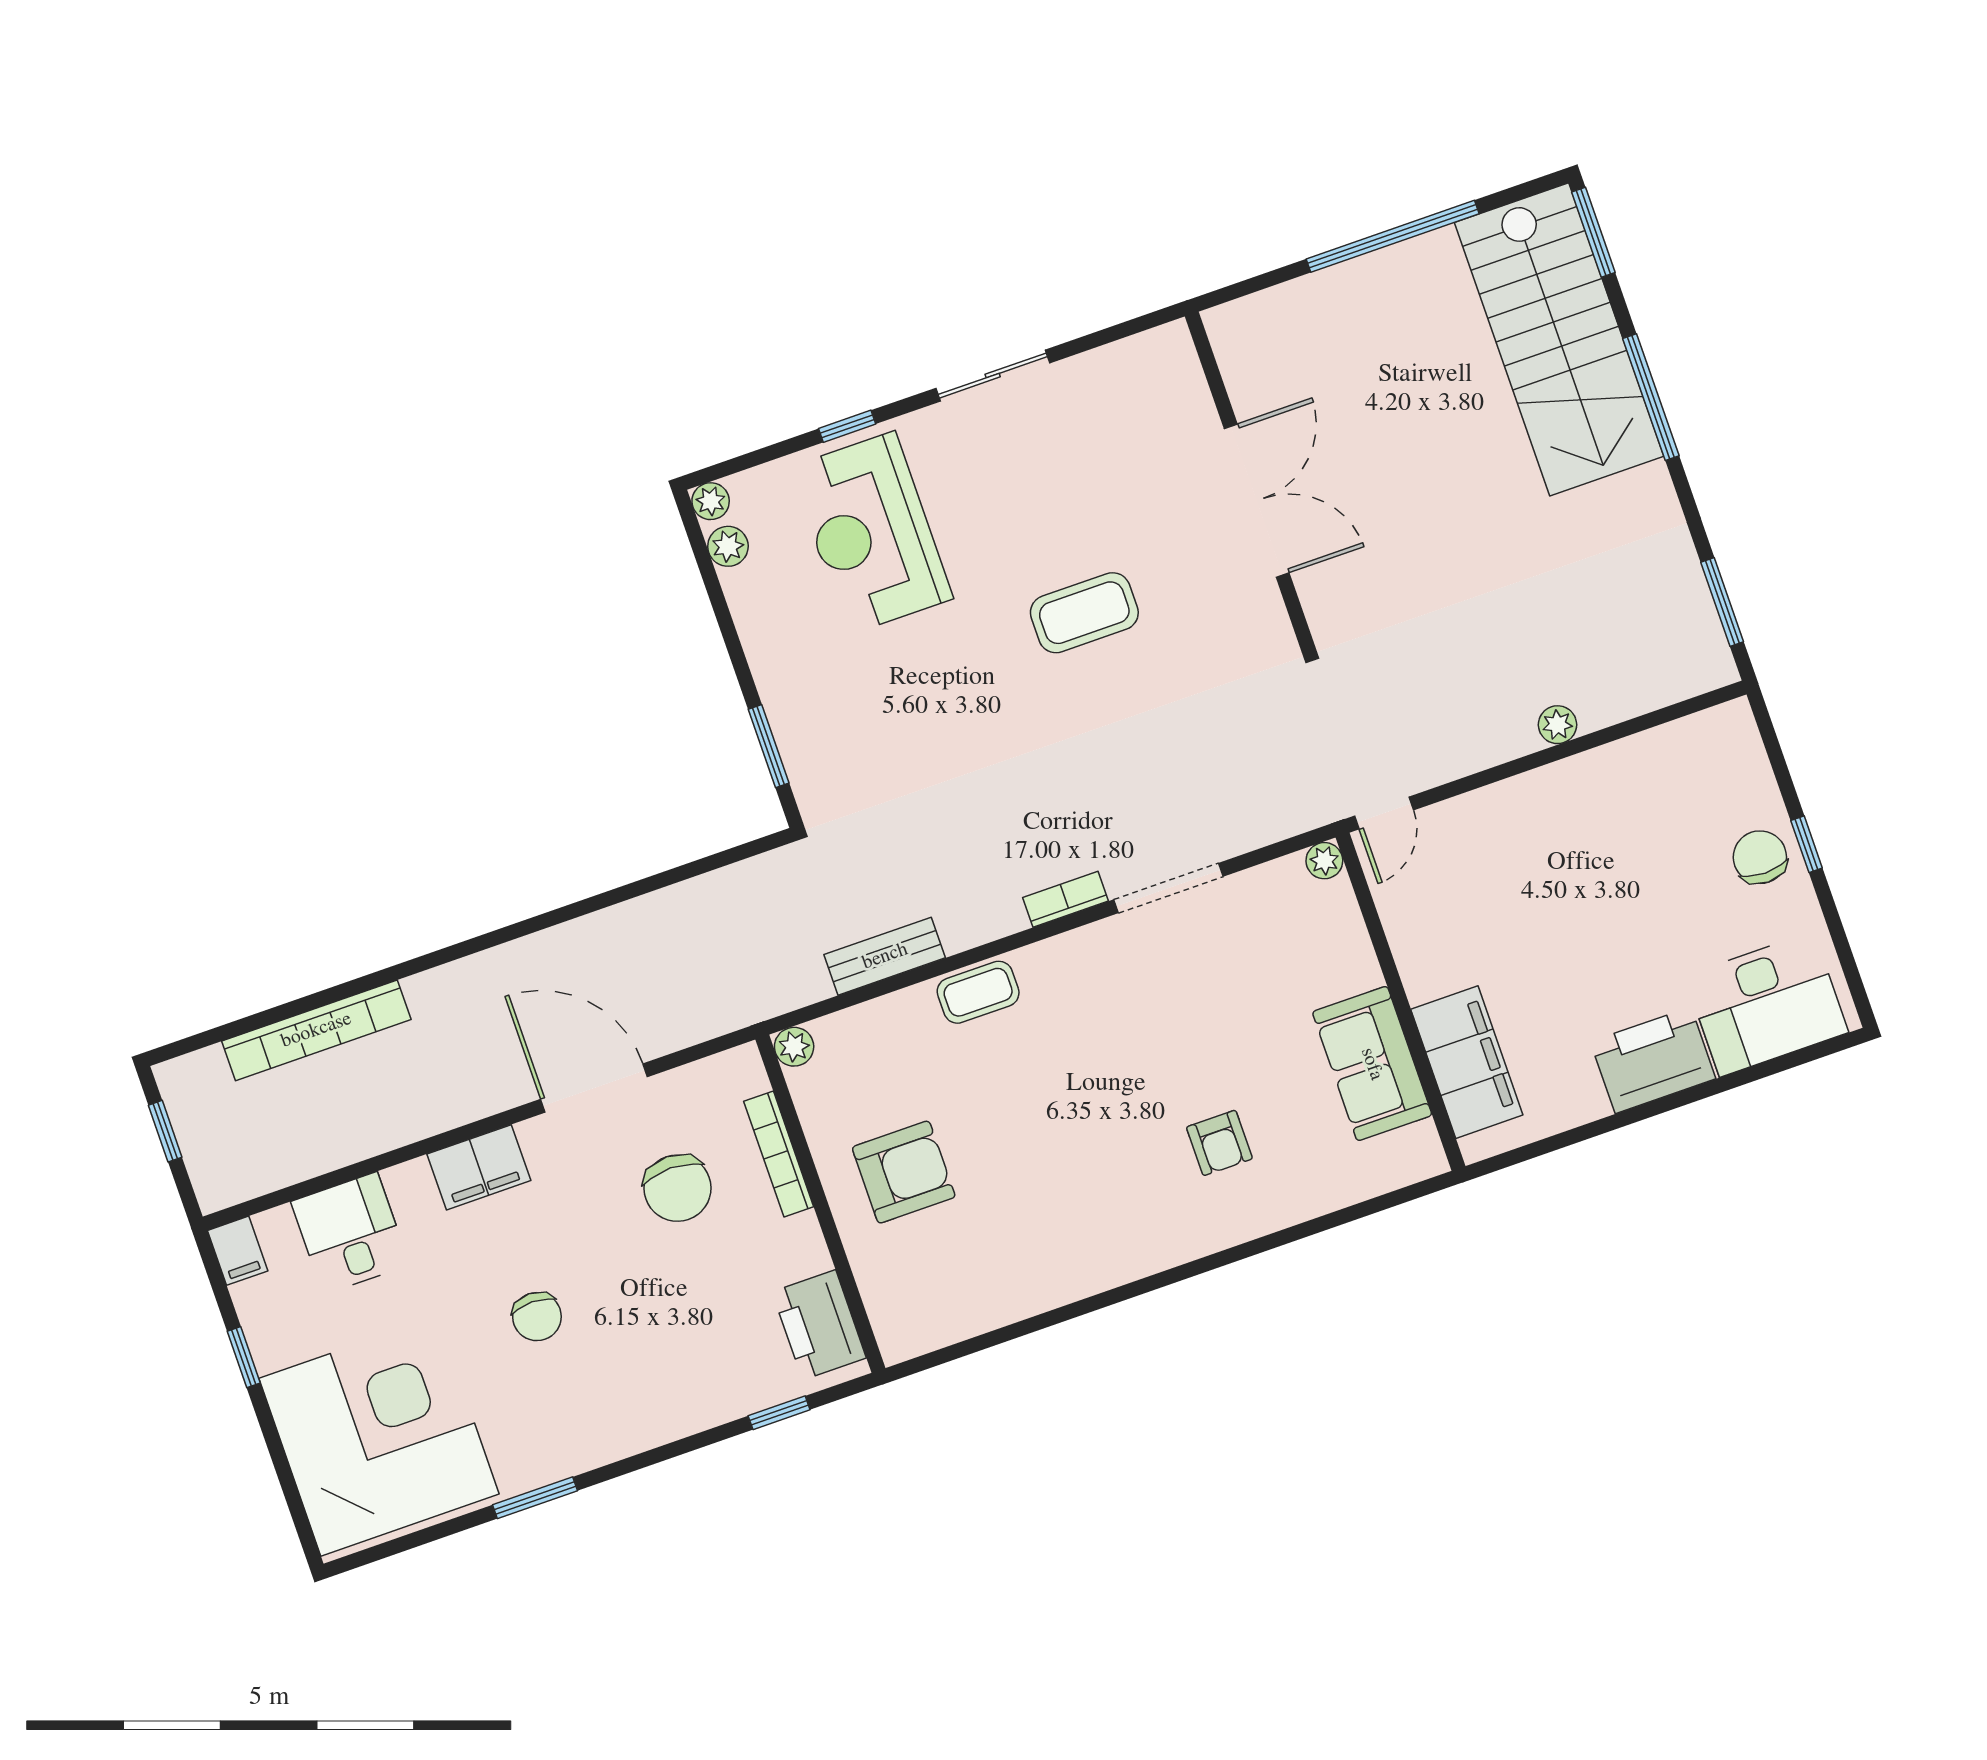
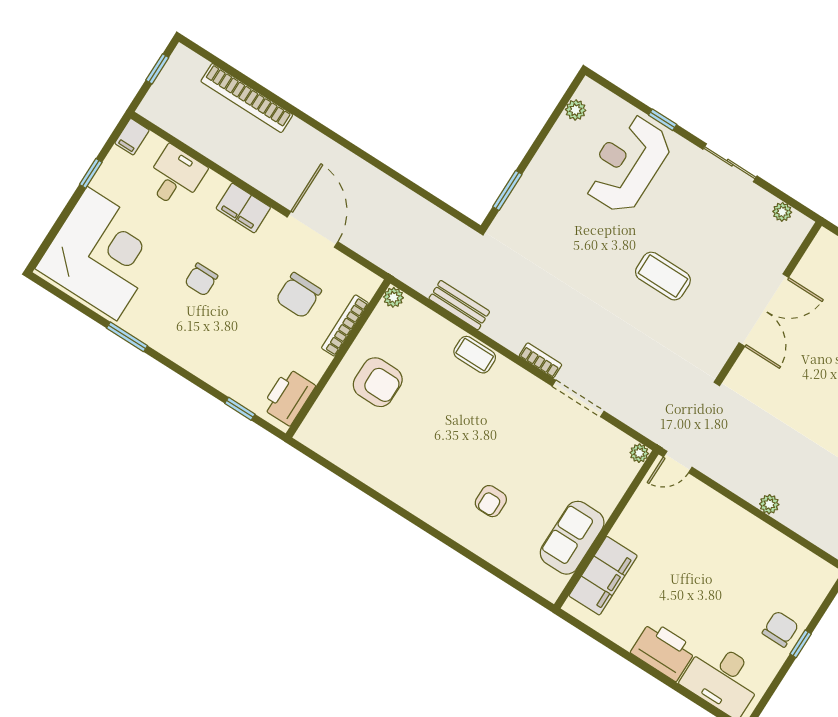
plant: (711, 501) -> (782, 212), moved

